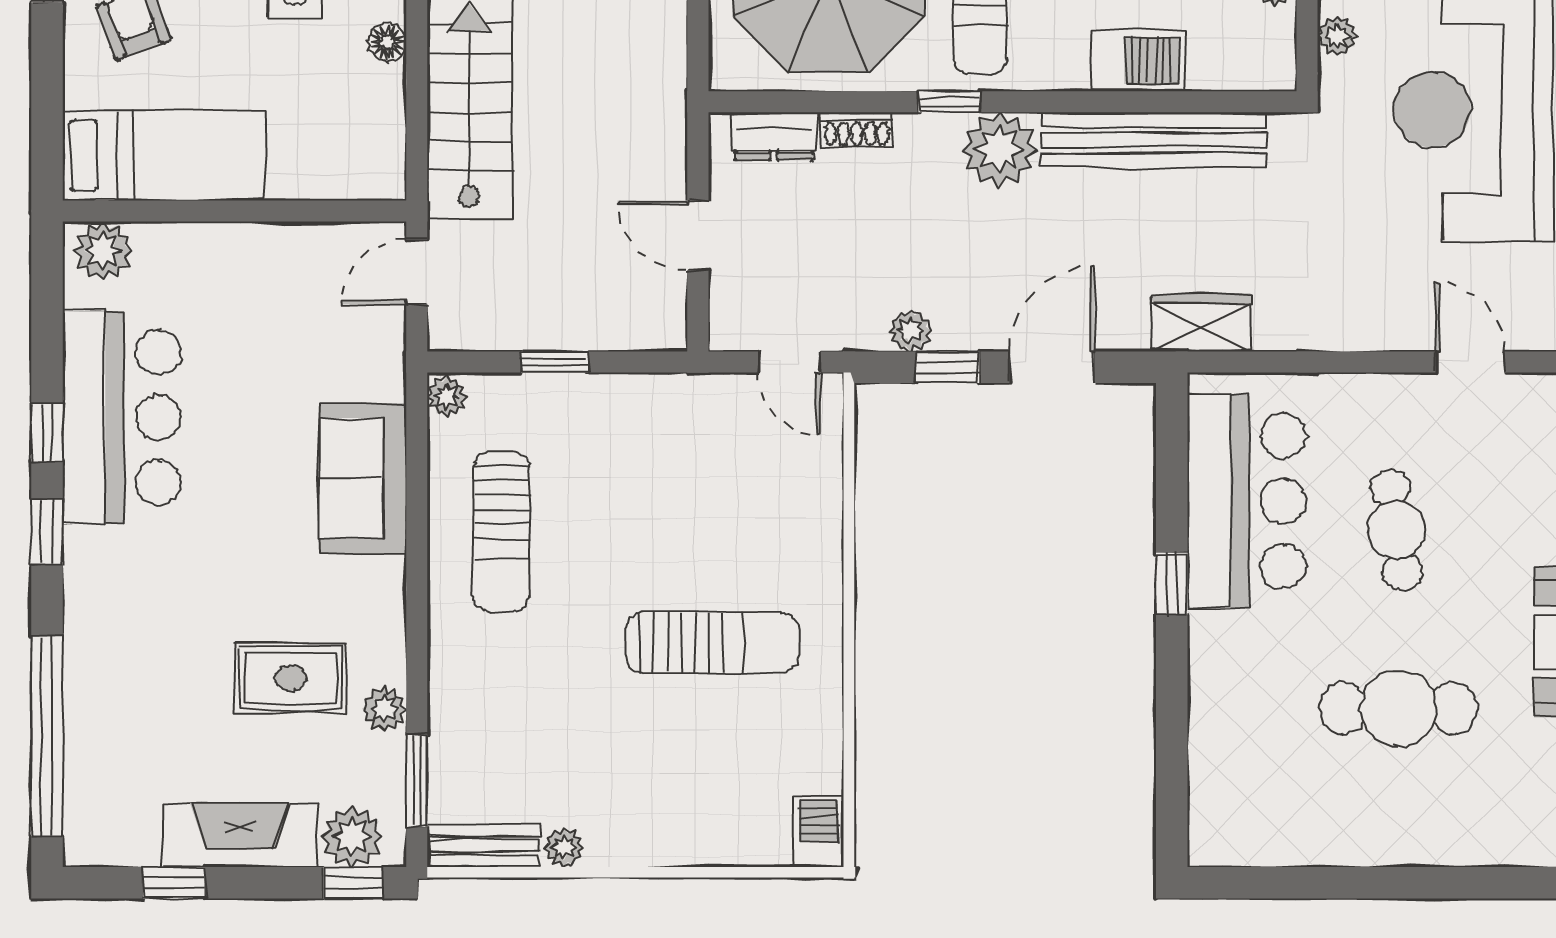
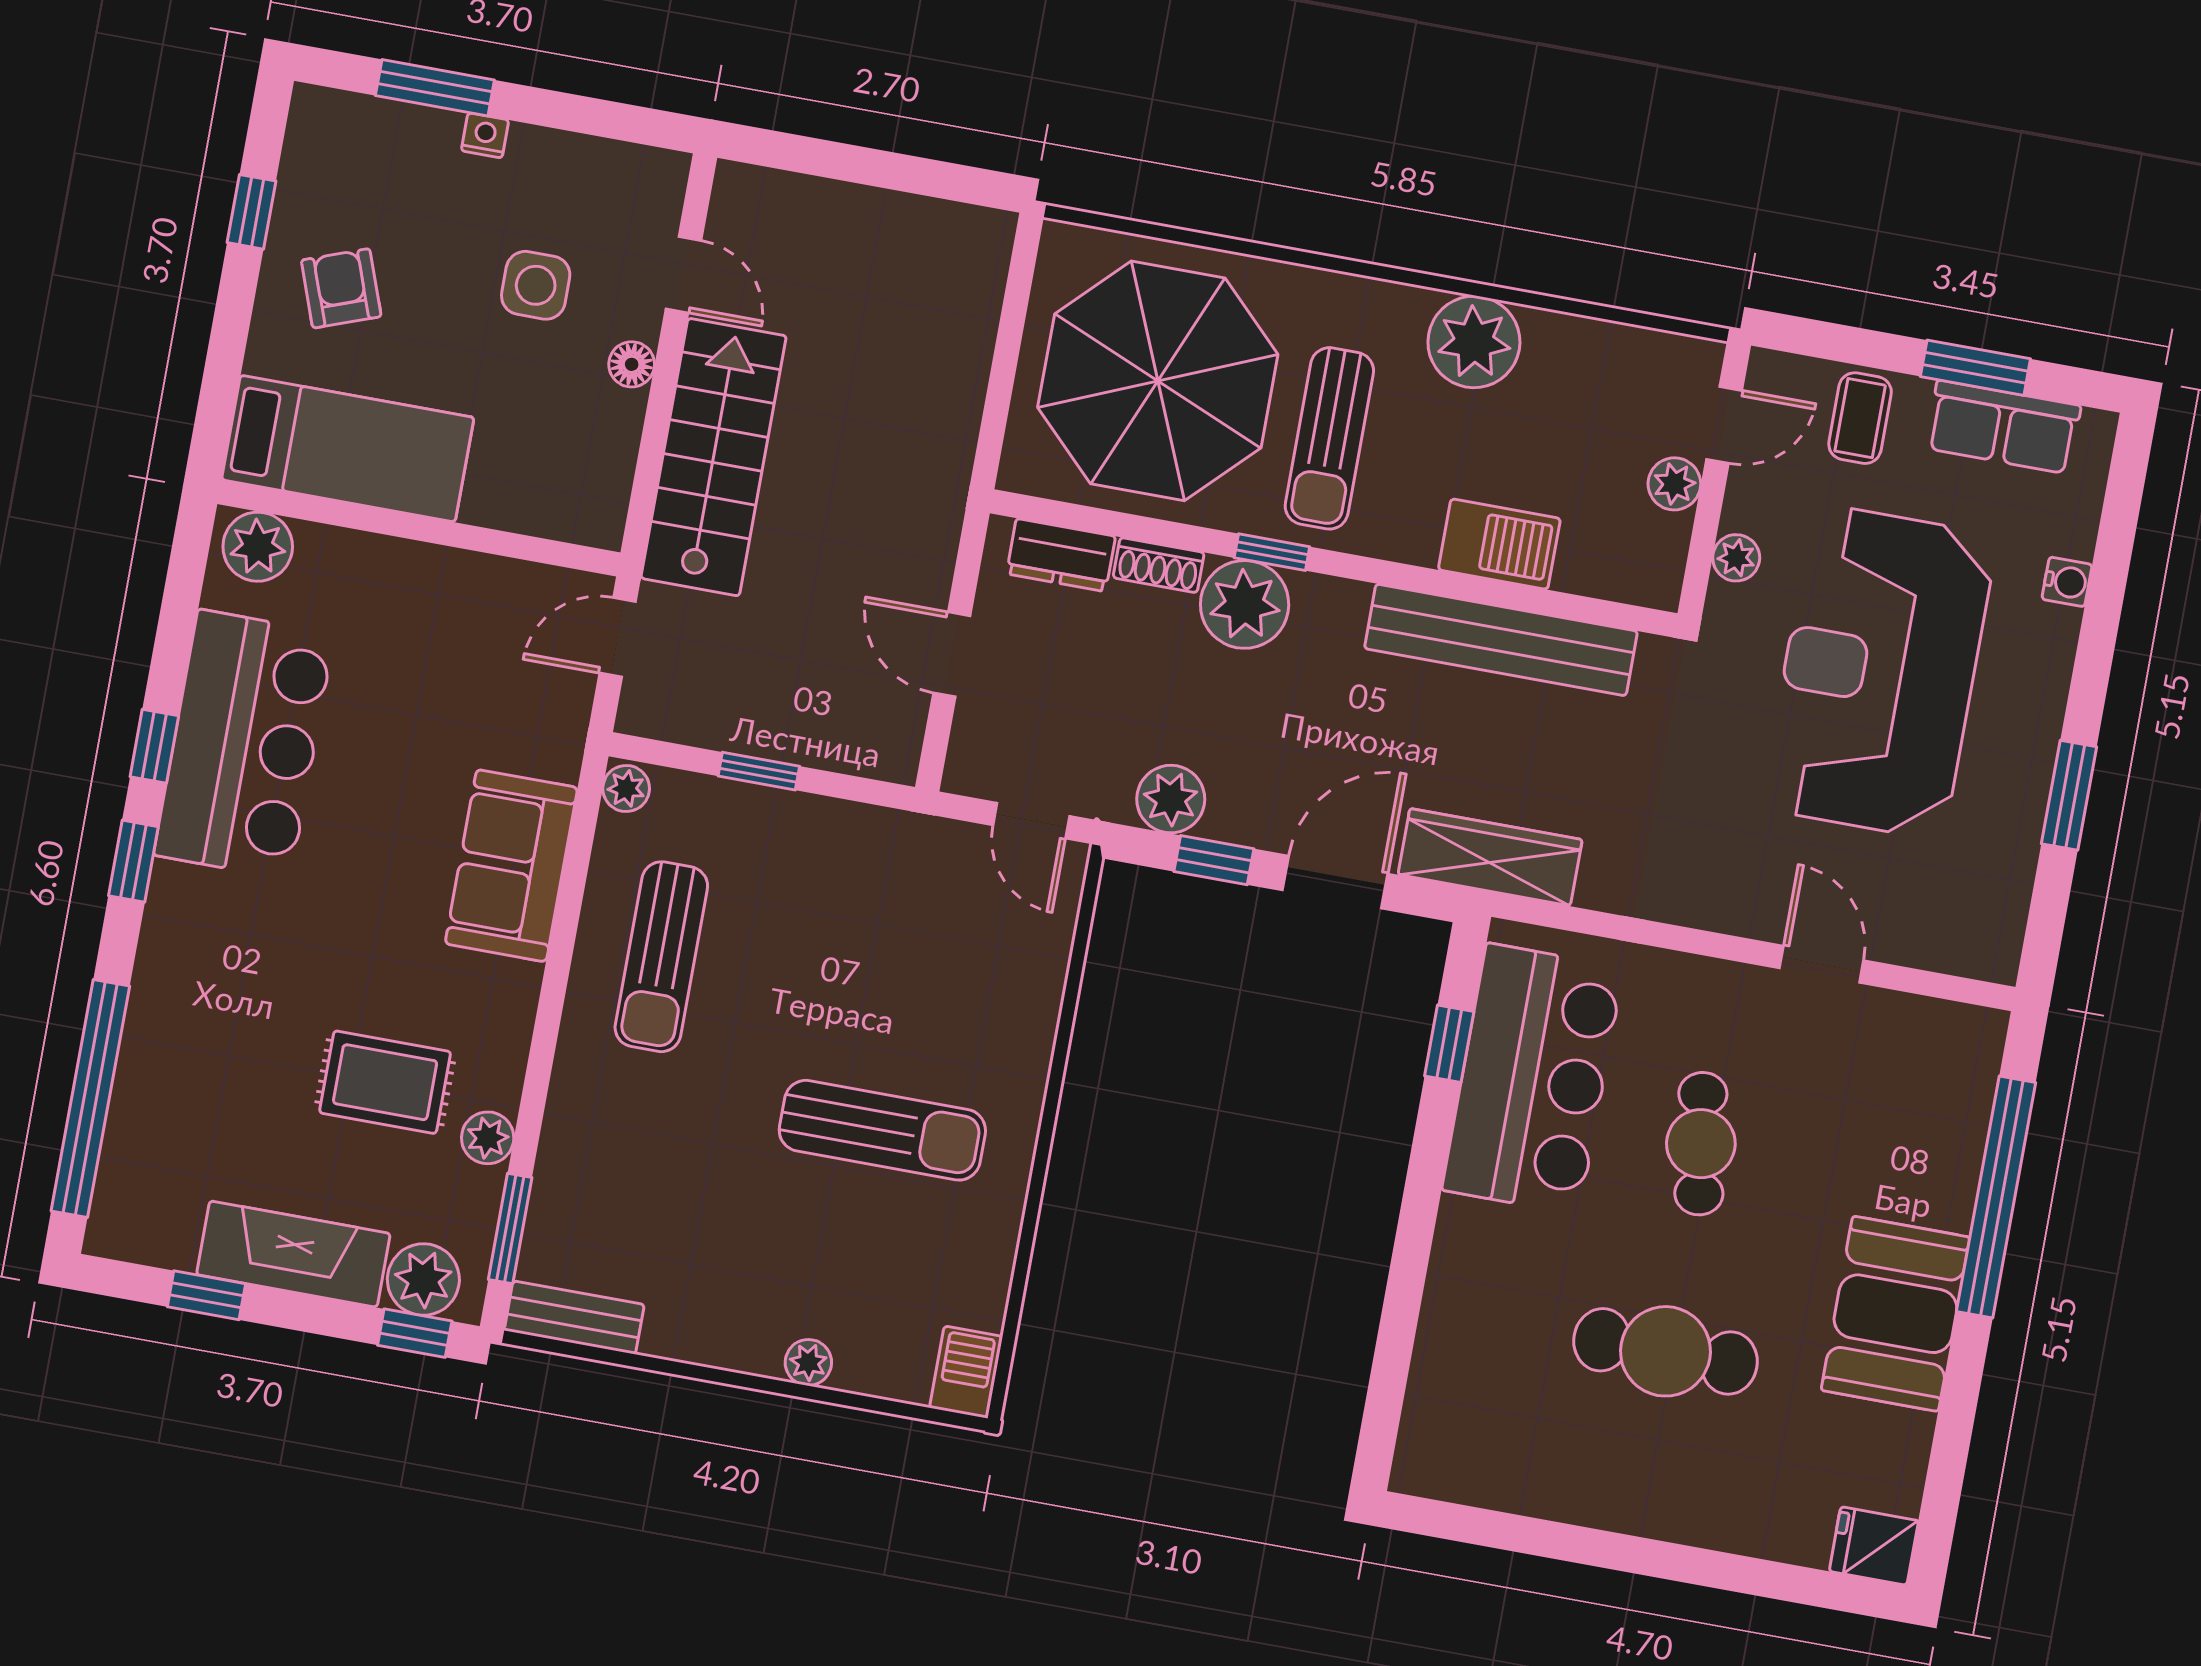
plant: (999, 149) -> (1245, 604), moved
wardrobe: (1202, 323) -> (1490, 857), width x1.50
plant: (910, 331) -> (1171, 799), width x1.38, depth x1.38
window: (1172, 584) -> (1449, 1044), moved
plant: (564, 848) -> (808, 1362), moved

